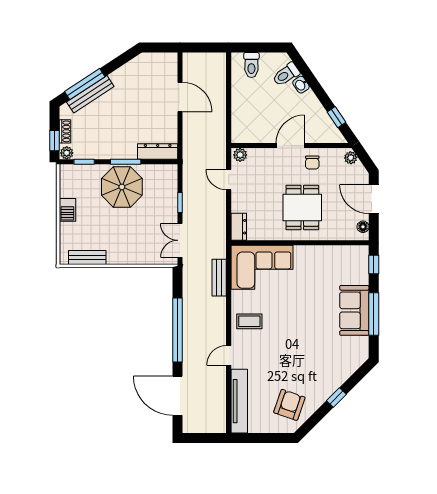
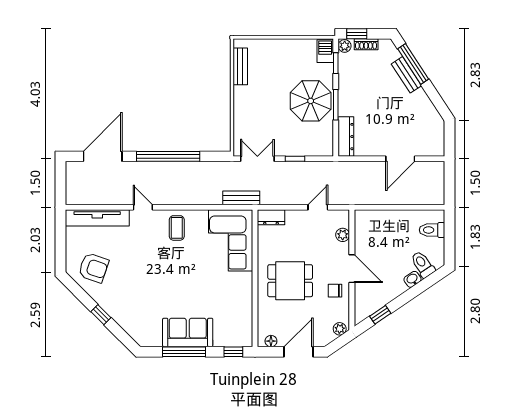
bench: (90, 94) -> (406, 75), width x0.73
plant: (240, 155) -> (343, 235), moved
barbecue: (67, 210) -> (325, 51), moved, turned 90
bench: (219, 278) -> (241, 198), moved

